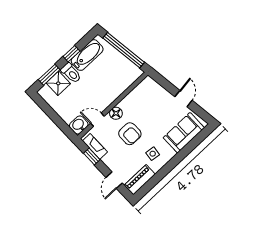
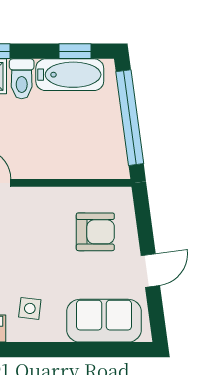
window: (71, 54) -> (75, 51), moved
floor lamp: (116, 113) -> (32, 199), removed
armchair: (130, 134) -> (95, 232), moved, turned -90

